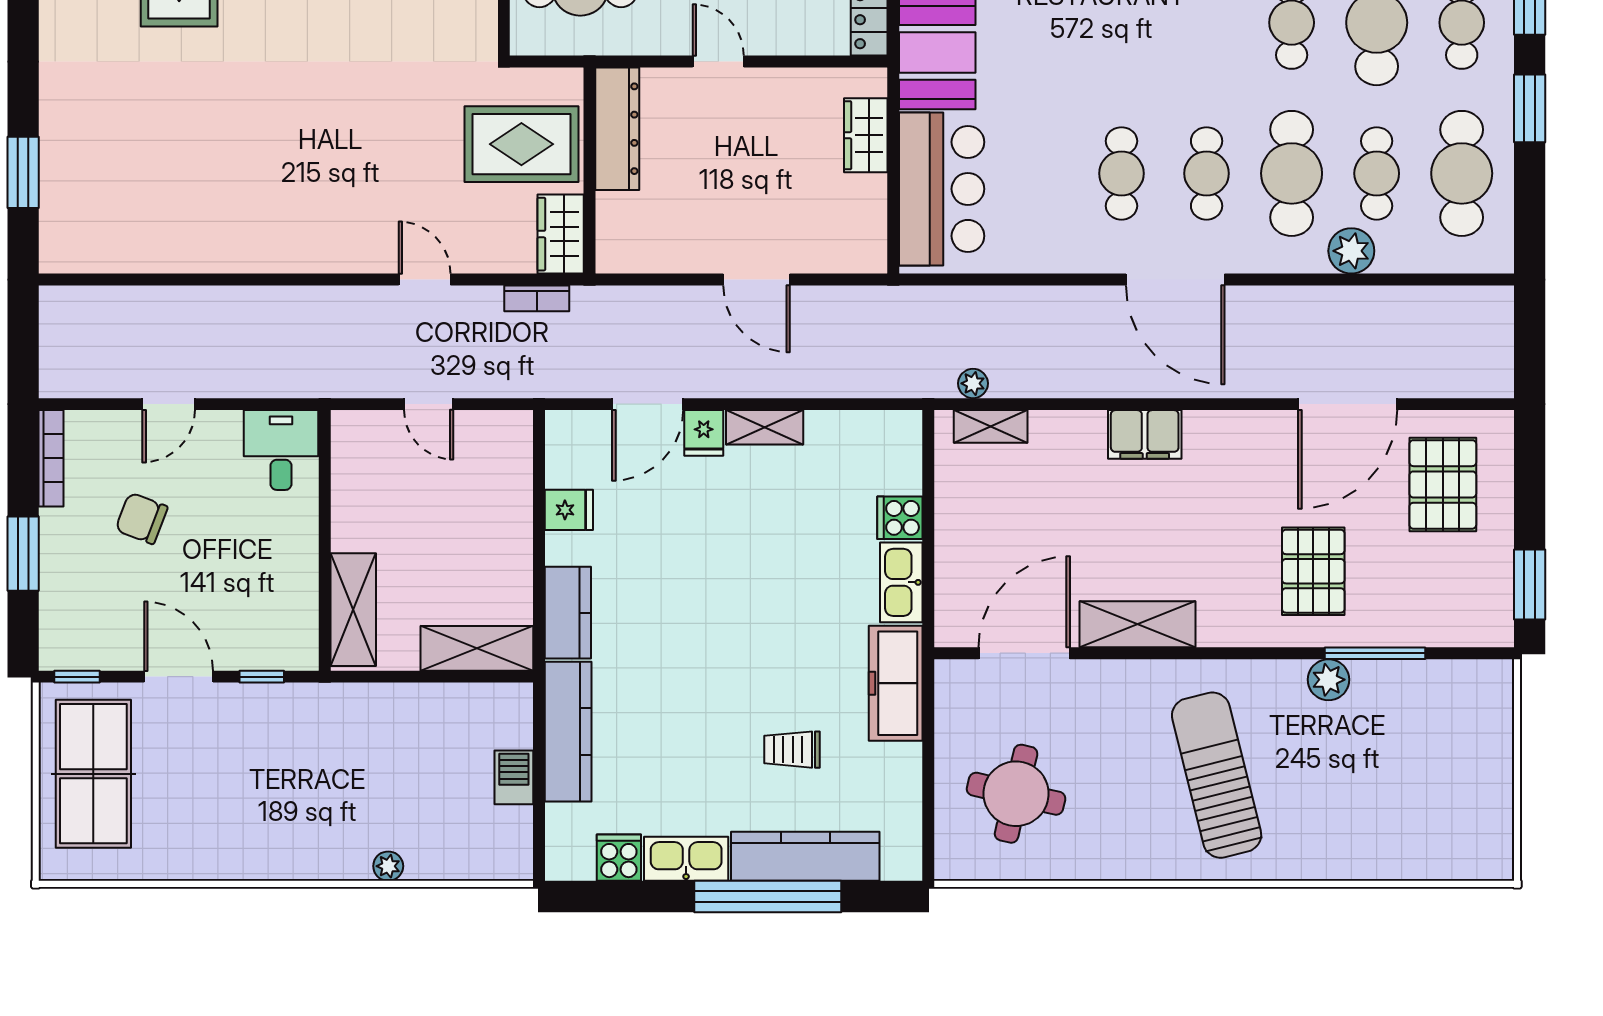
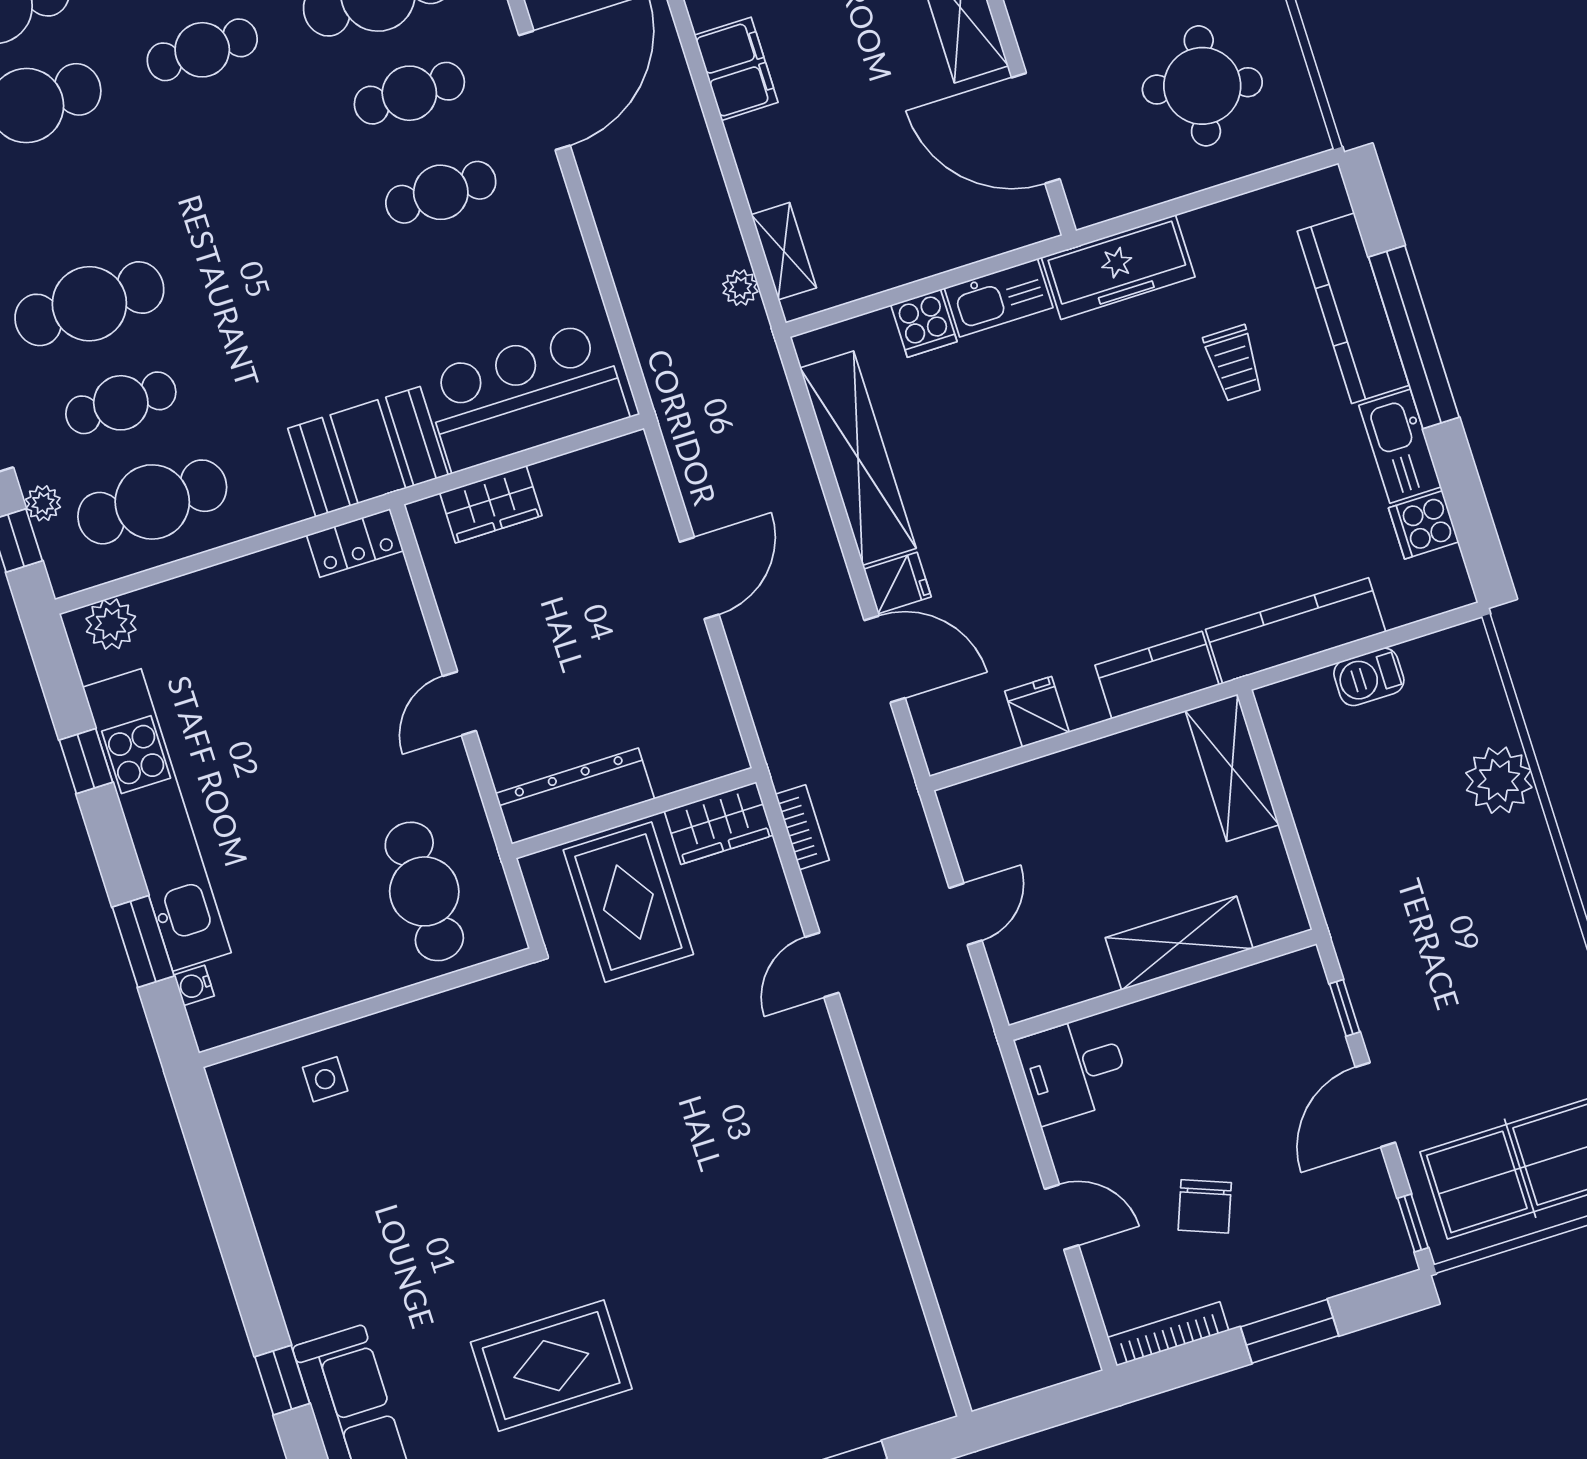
shelving: (765, 427) -> (858, 458), width x2.20, depth x1.33
shelving: (353, 610) -> (1179, 943), moved
plant: (388, 866) -> (1499, 780), width x1.87, depth x1.87

